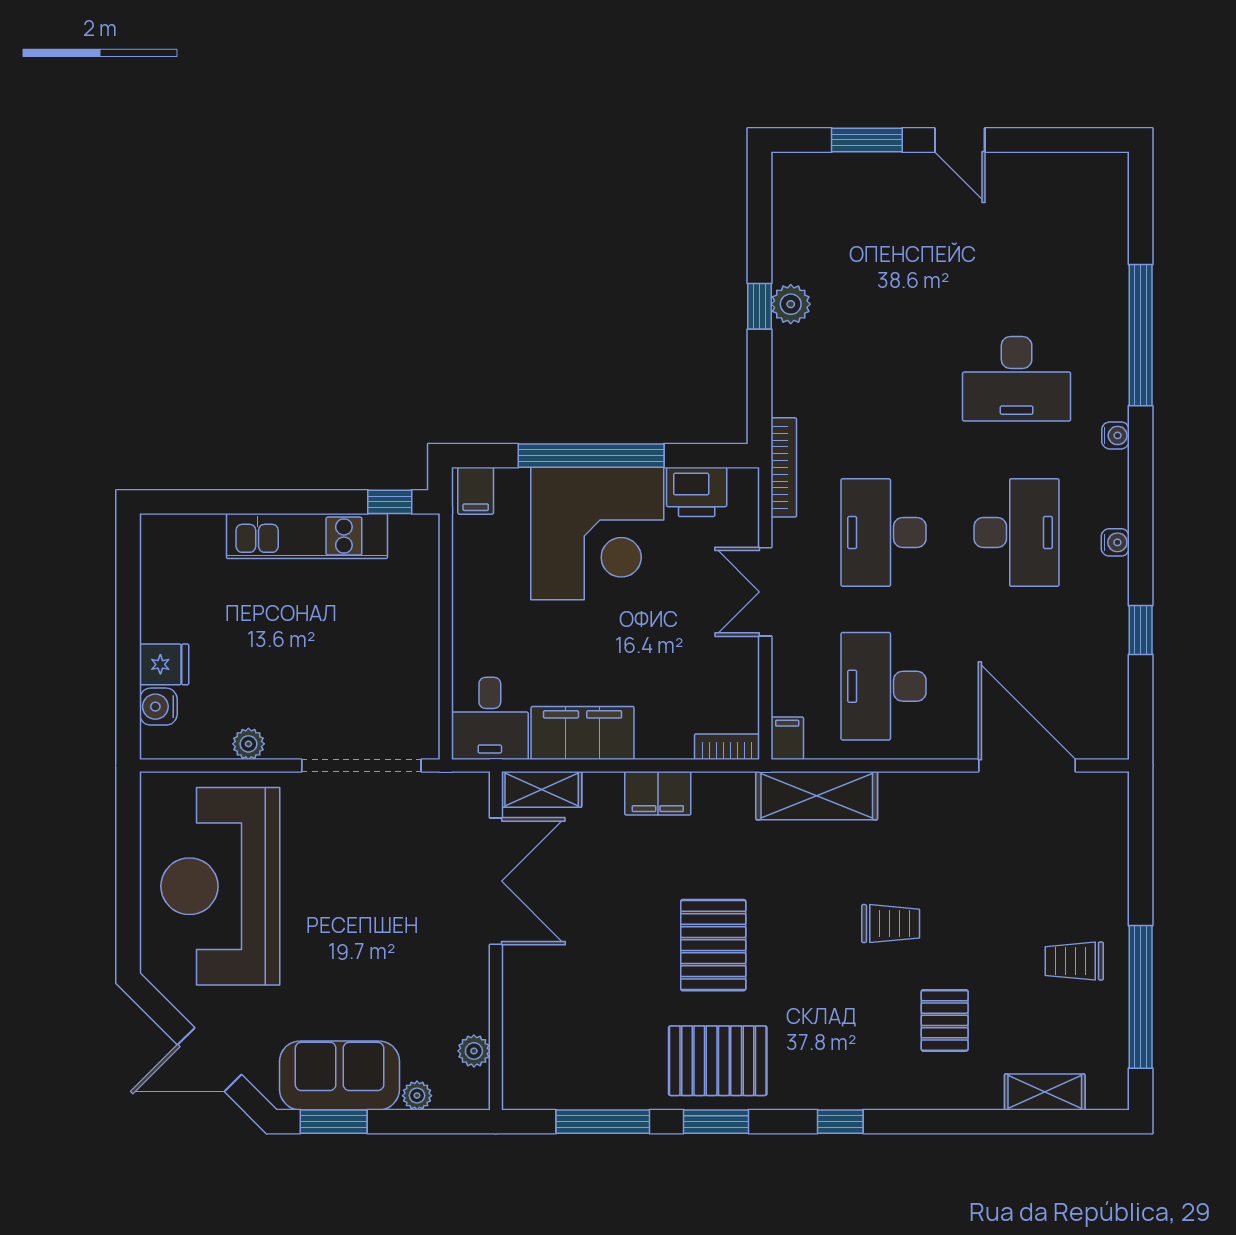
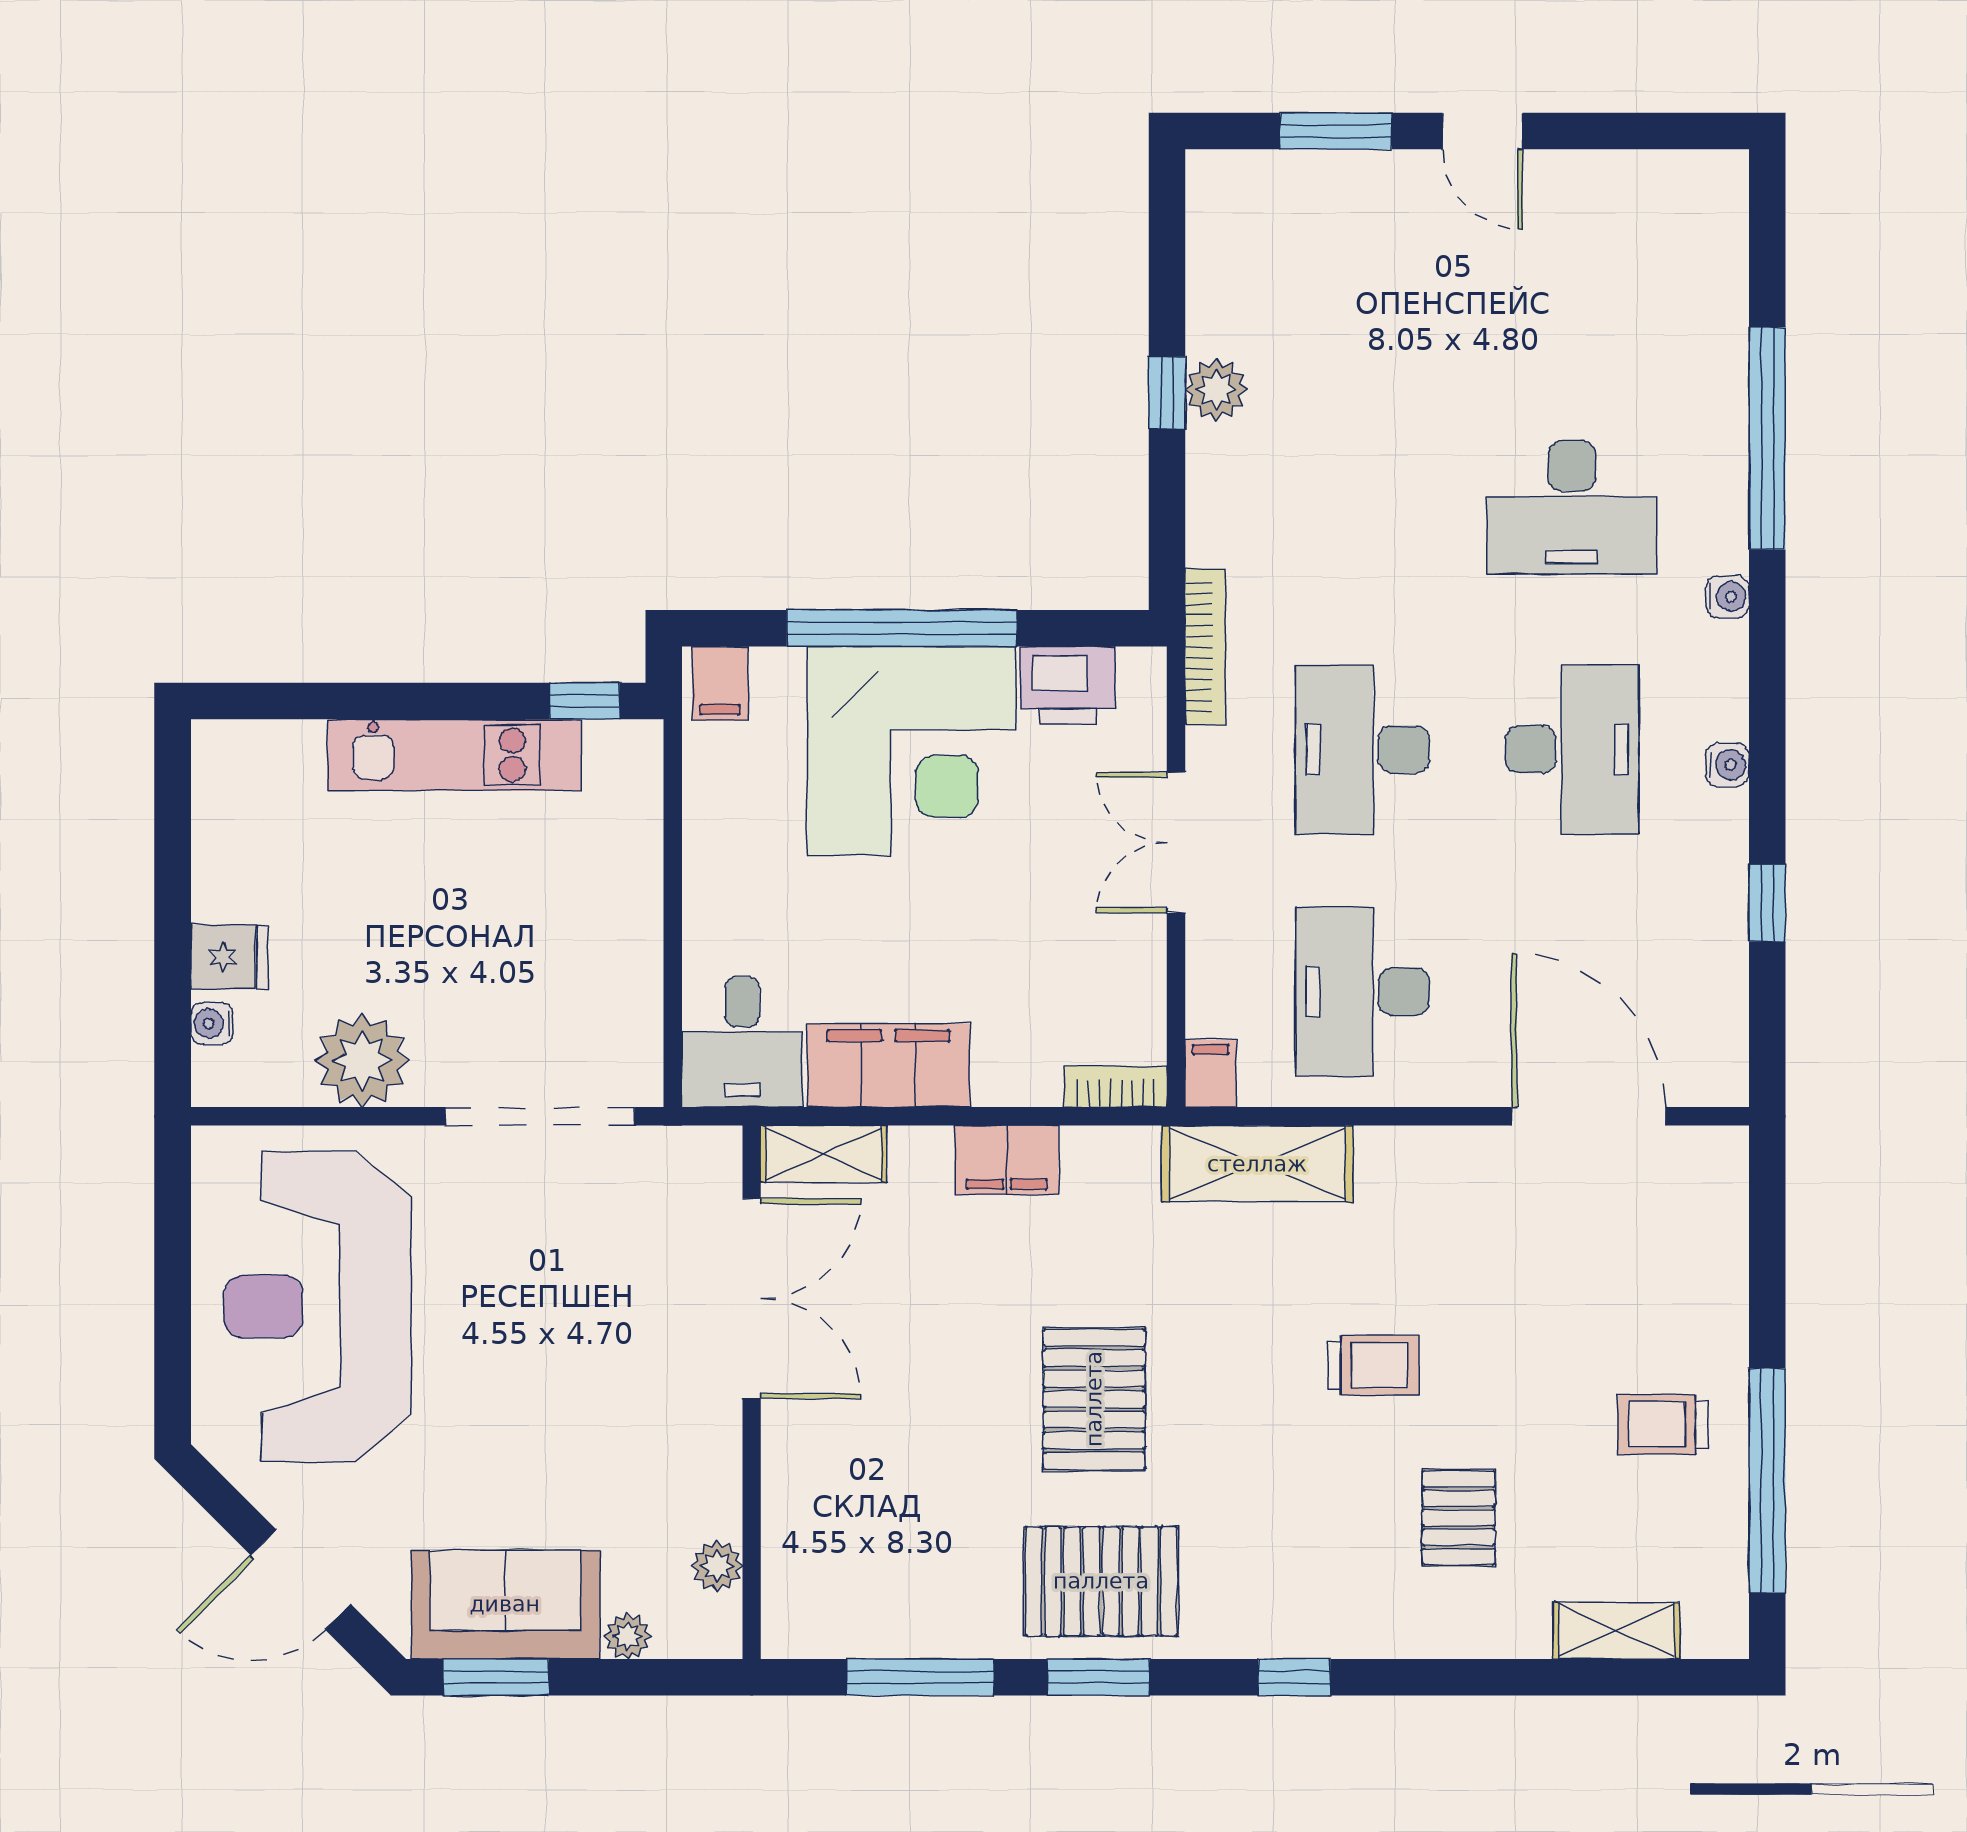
water cooler: (158, 707) -> (212, 1024), width x0.72, depth x0.72
plant: (248, 744) -> (362, 1061), width x1.87, depth x1.87

